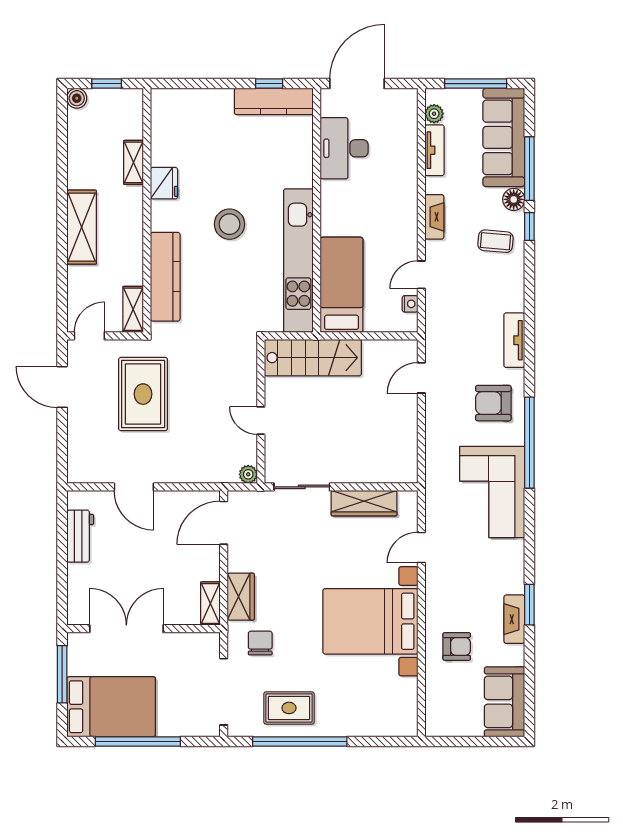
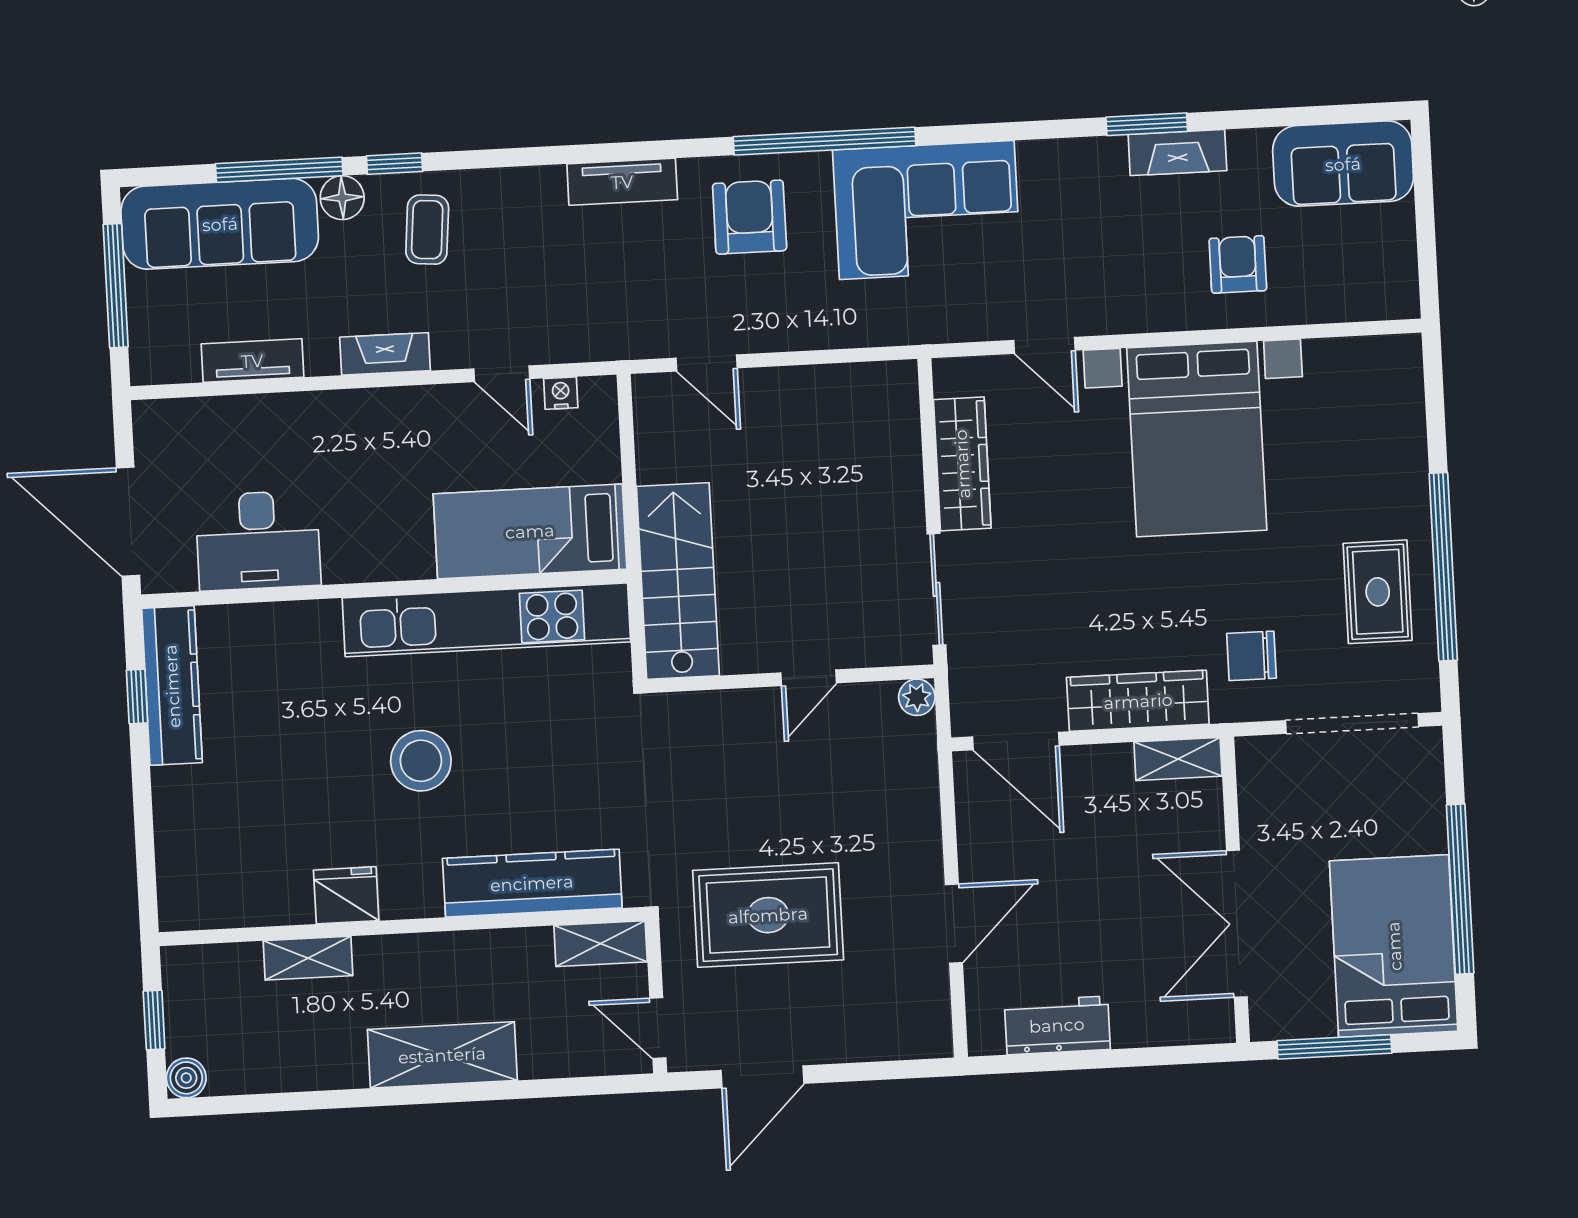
plant: (434, 114) -> (180, 365), removed
armchair: (493, 403) -> (750, 217), turned 180
wardrobe: (241, 597) -> (1138, 701), width x1.50

